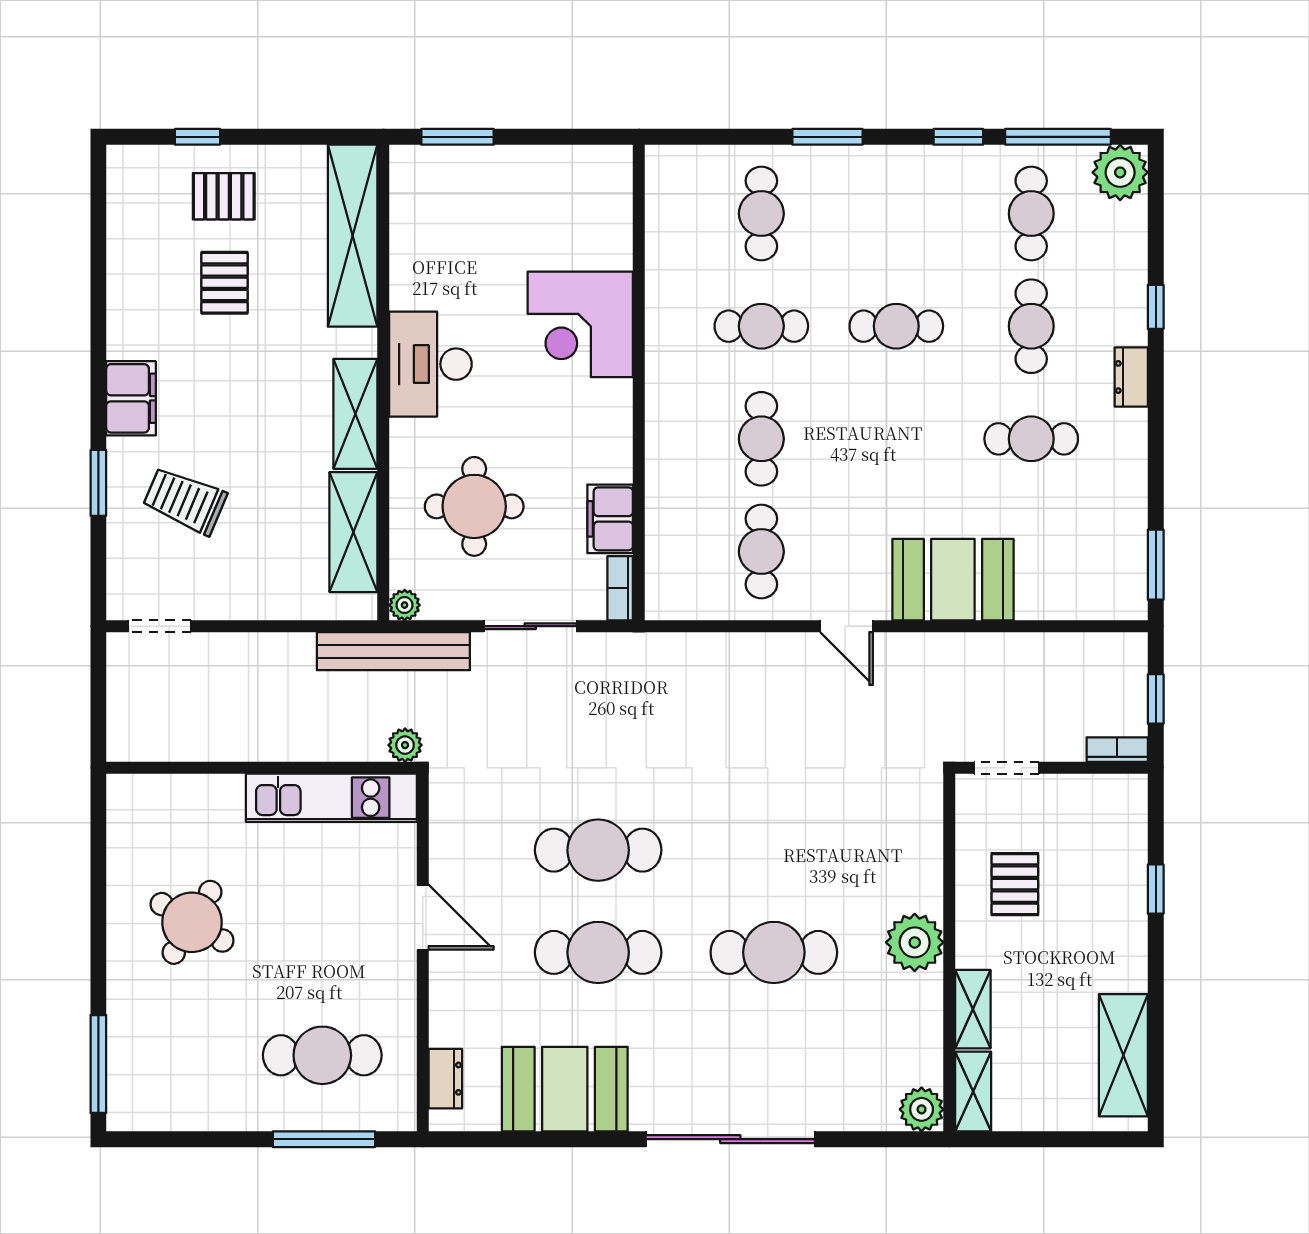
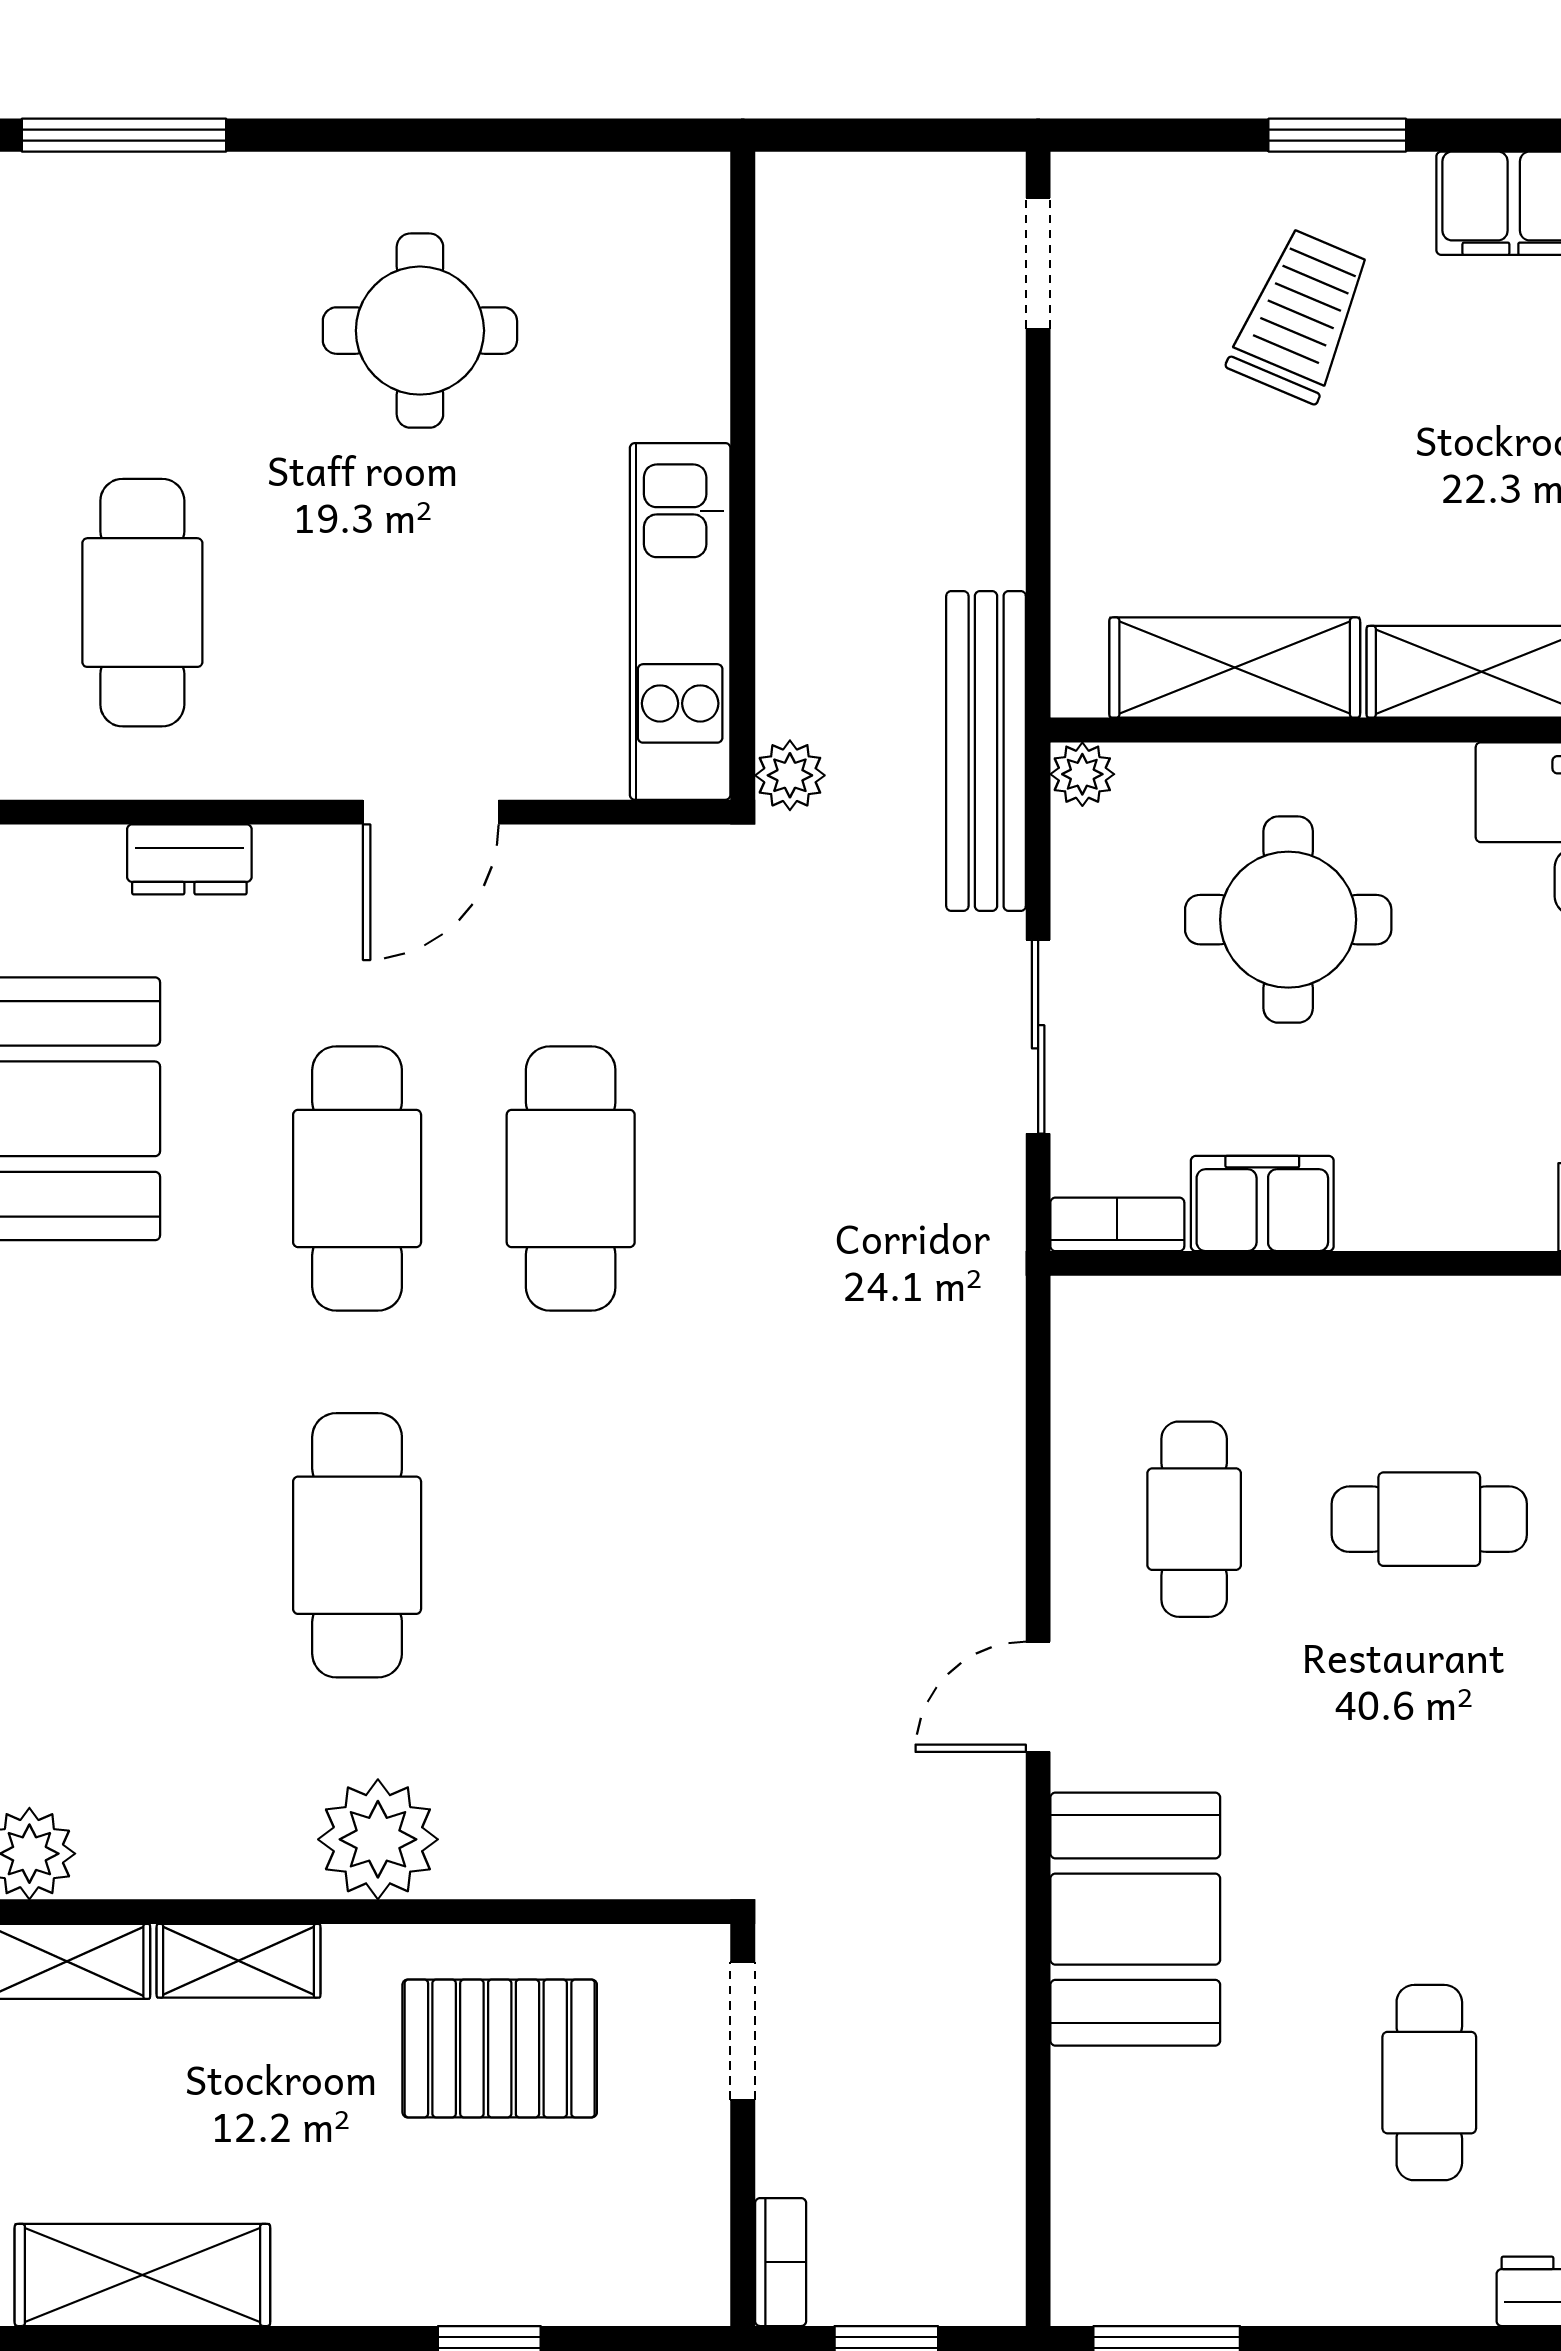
cafe table: (761, 552) -> (1194, 1519), turned 90
pallet: (1015, 884) -> (500, 2048), width x1.50, depth x1.42
round table: (192, 922) -> (420, 331), turned -31
dresser: (445, 1079) -> (189, 859), moved

